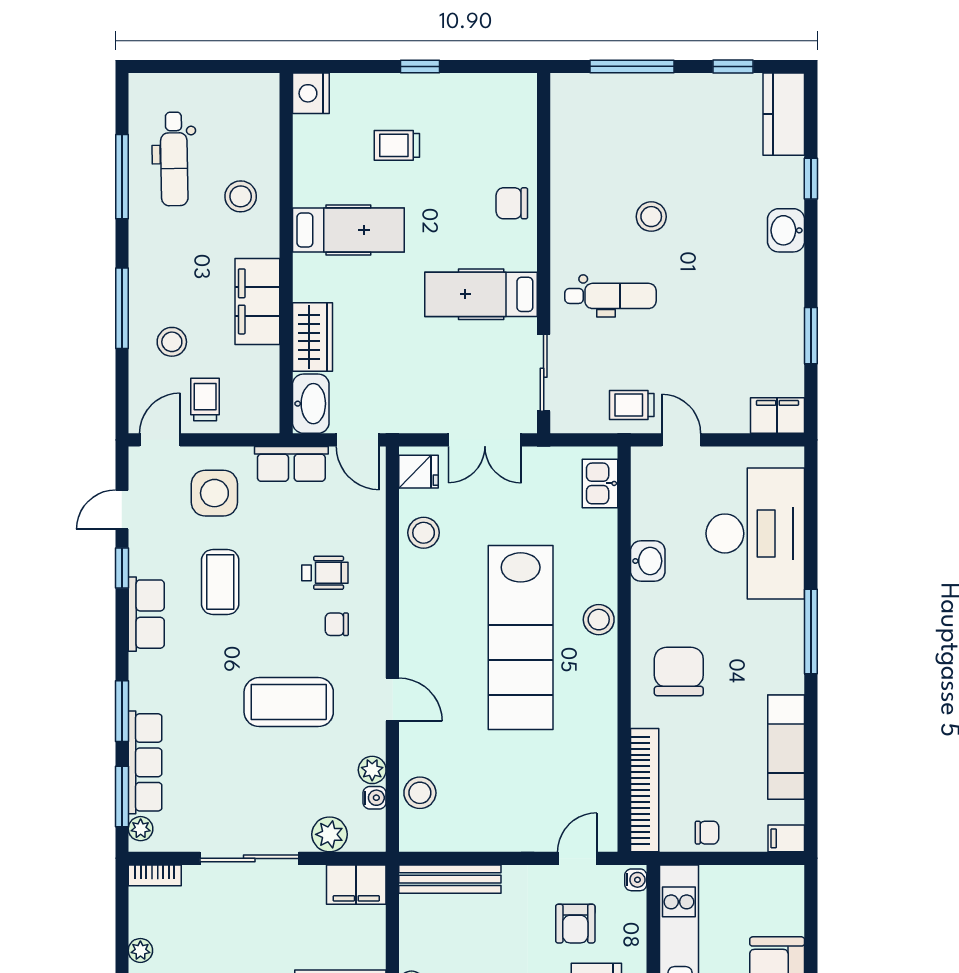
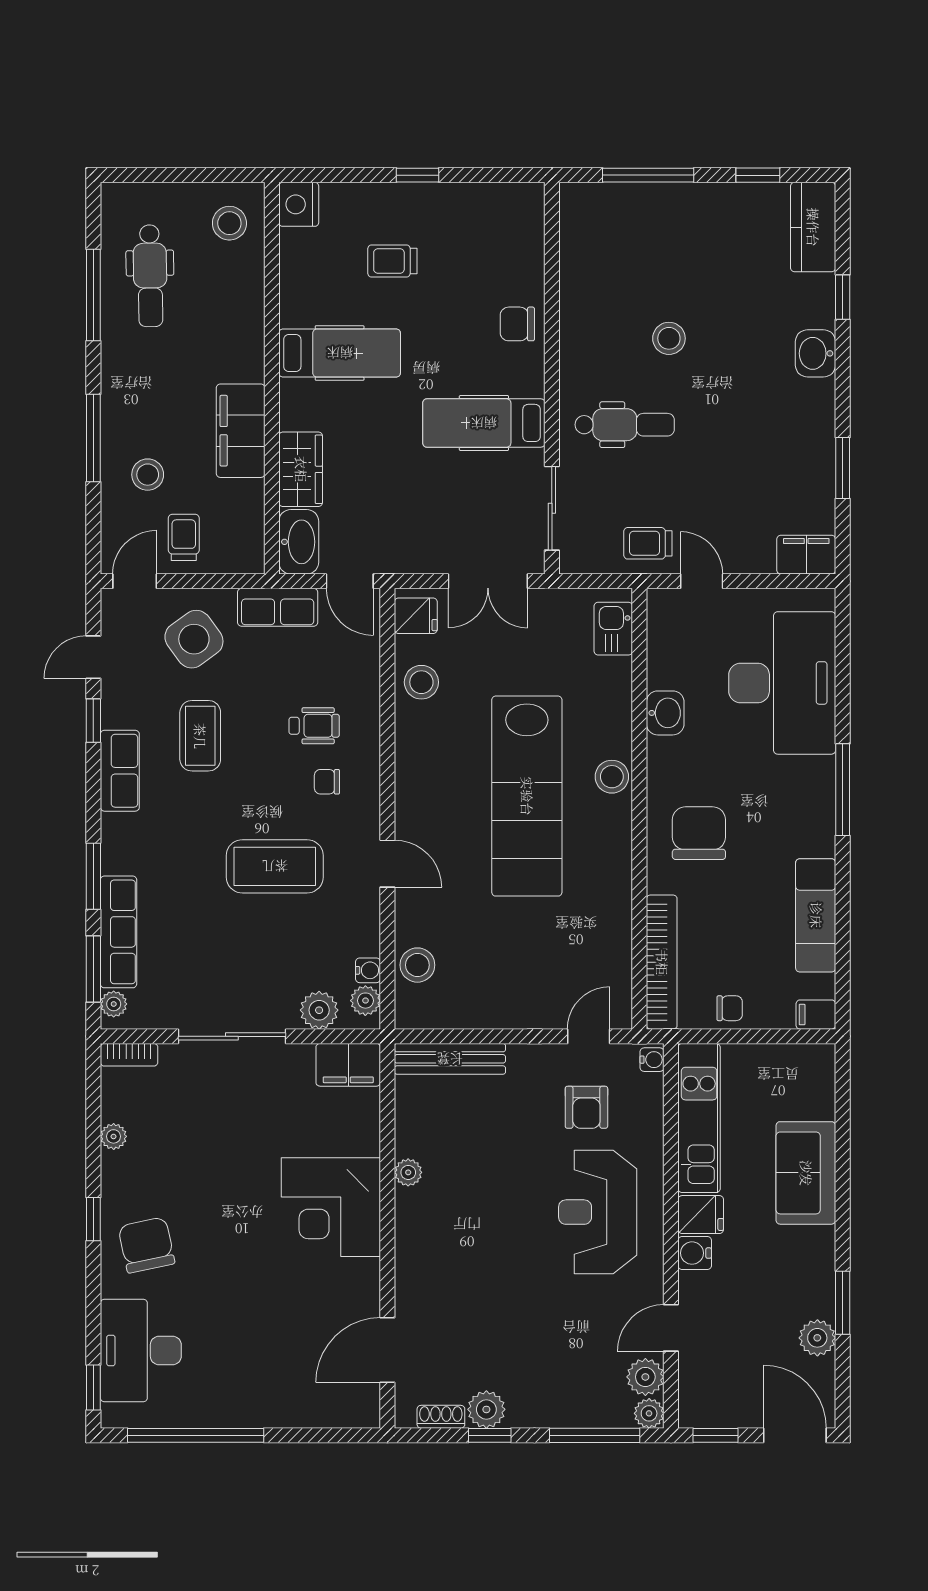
stool: (241, 196) -> (229, 223), moved
side table: (214, 493) -> (194, 639), turned -36
plant: (372, 770) -> (365, 1001), moved

